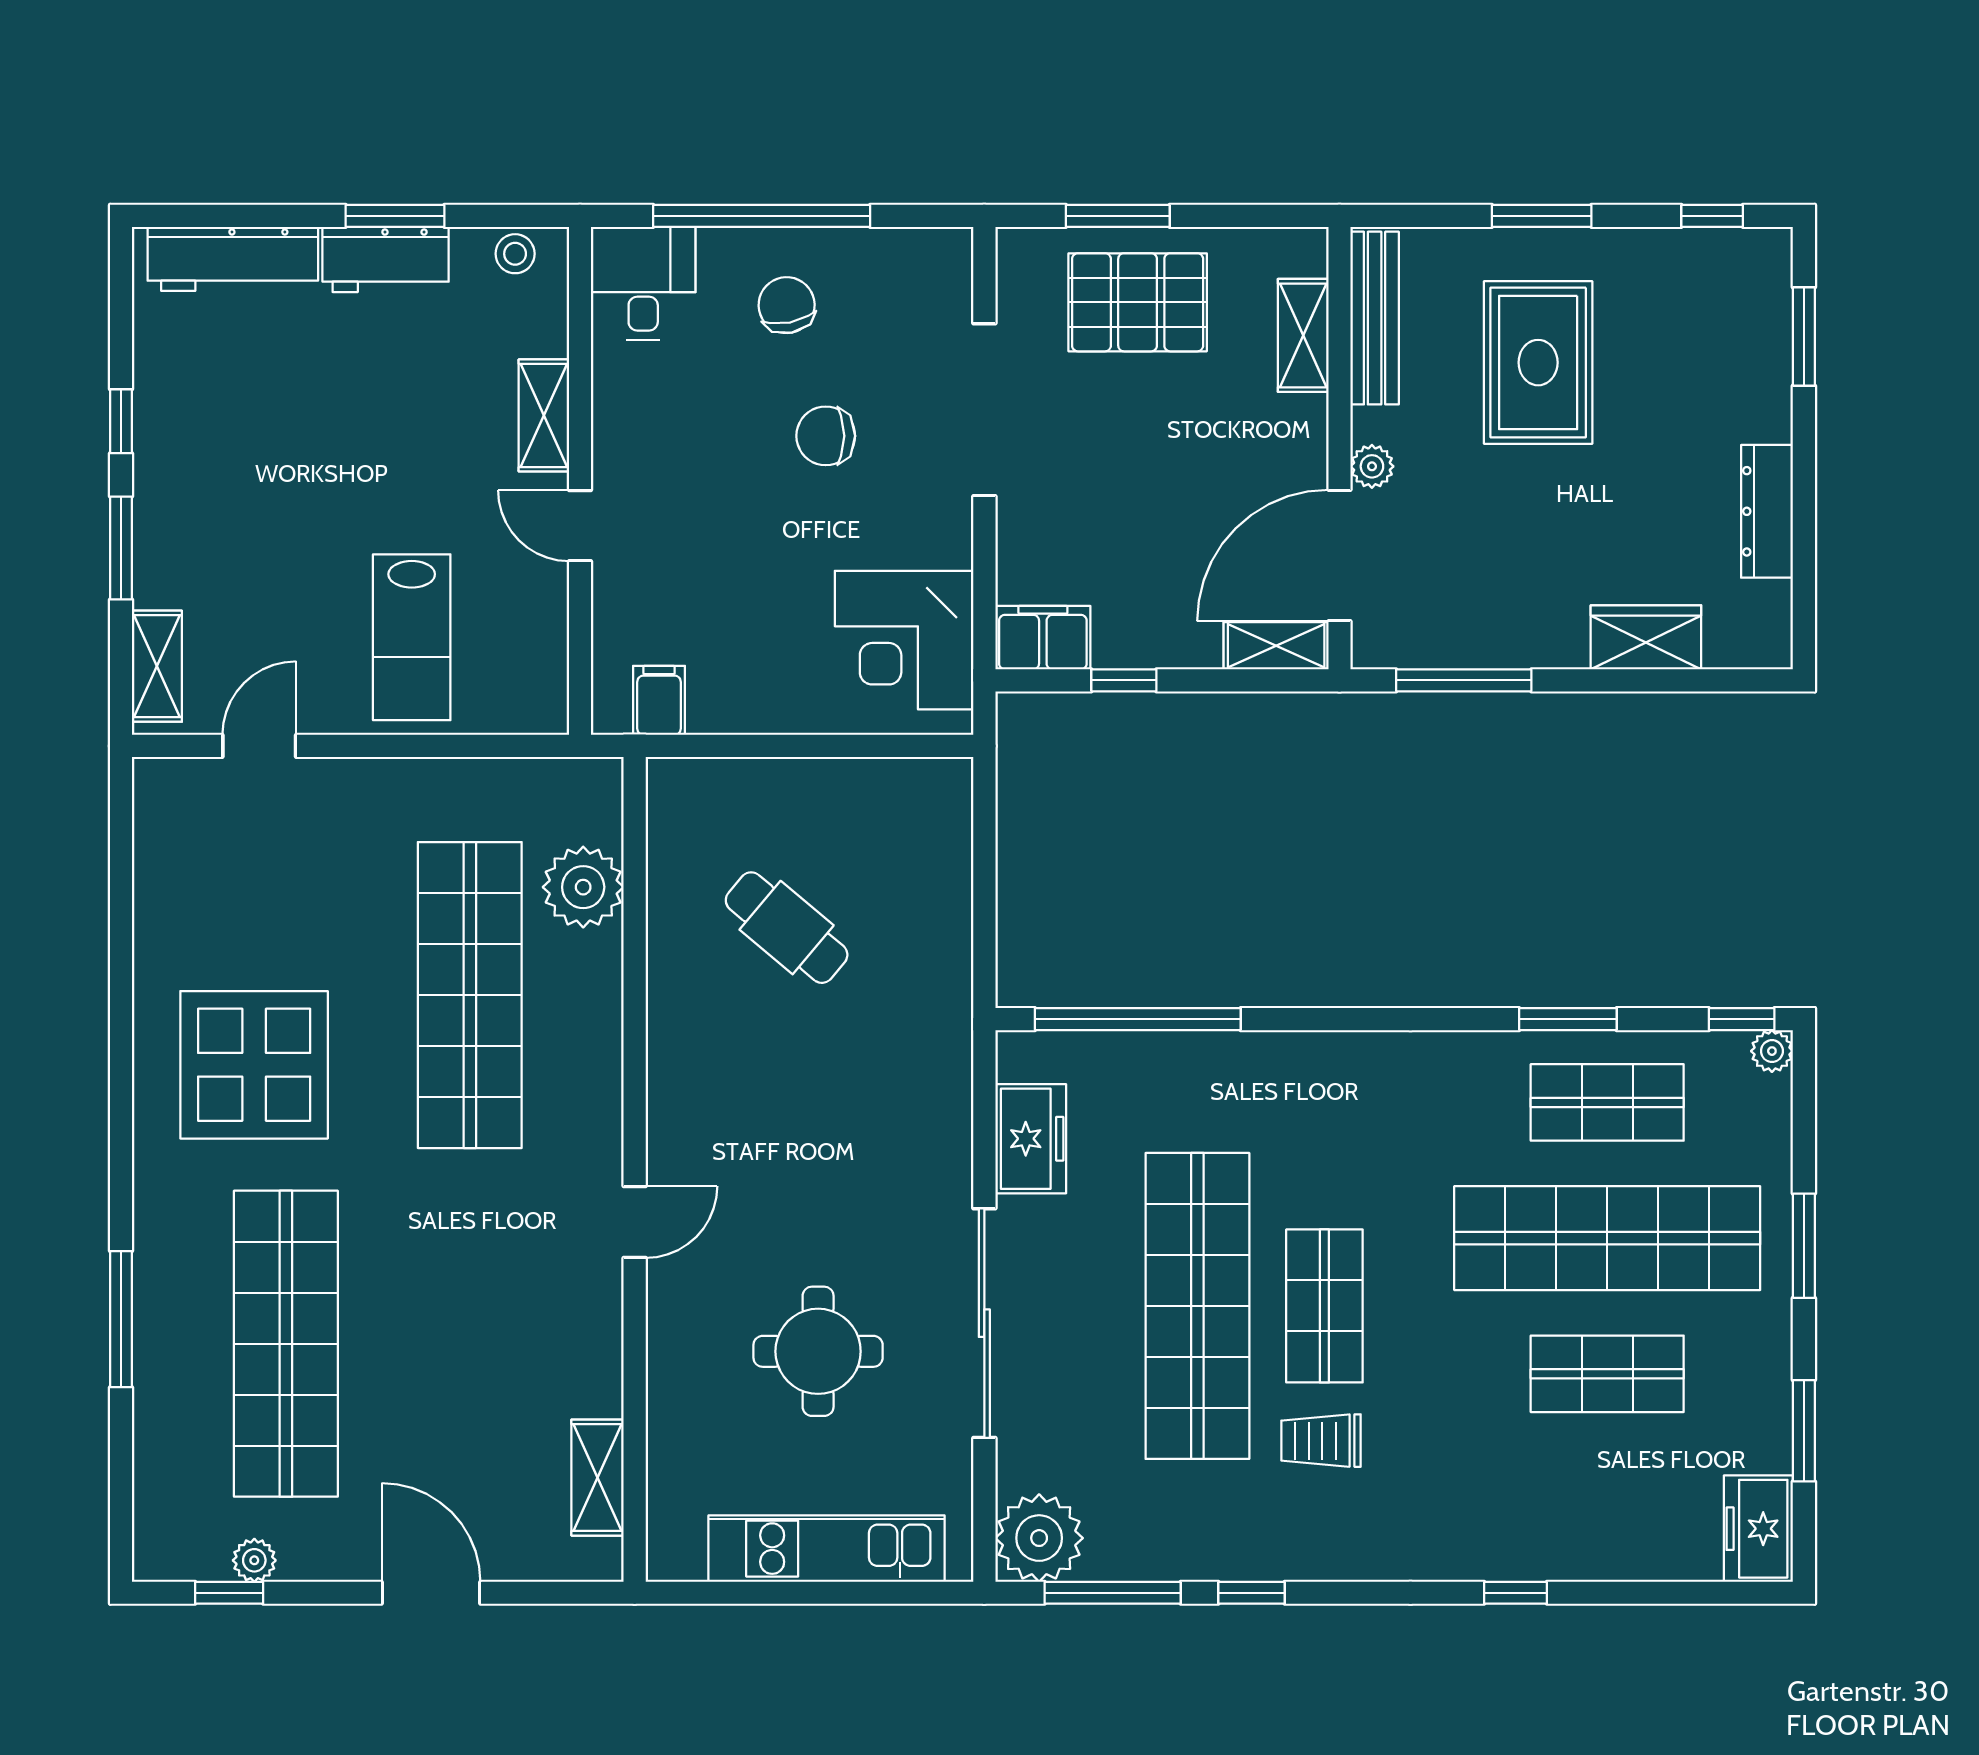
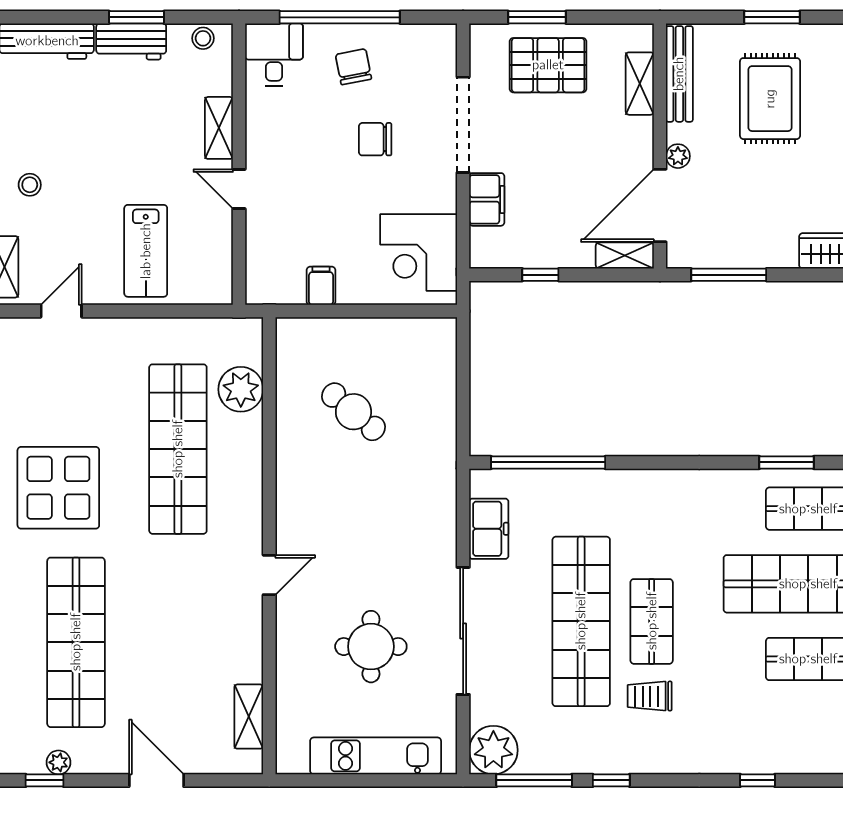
stool: (202, 518) -> (30, 185), added
filing cabinet: (1043, 638) -> (487, 199), moved, turned 90
filing cabinet: (659, 700) -> (321, 286), moved

